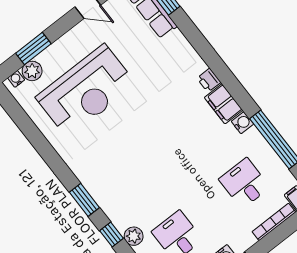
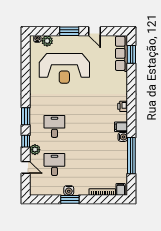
window: (33, 48) -> (69, 31), moved
filing cabinet: (224, 104) -> (121, 127), width x0.50
desk: (244, 183) -> (54, 126), moved

